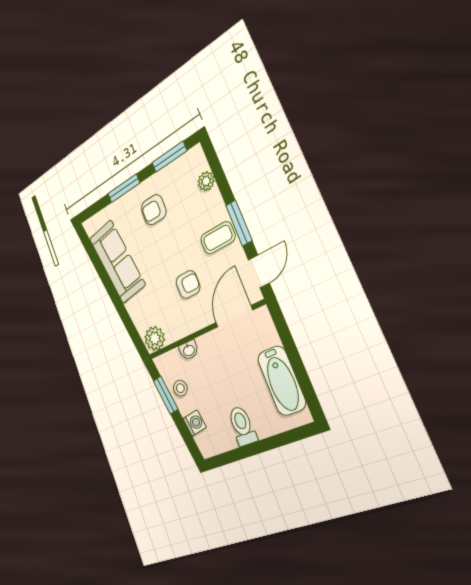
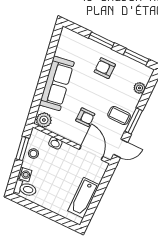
sofa: (117, 261) -> (57, 83), moved
door: (234, 316) -> (91, 153), hinge flipped
toilet: (242, 426) -> (25, 189), moved, turned 81

